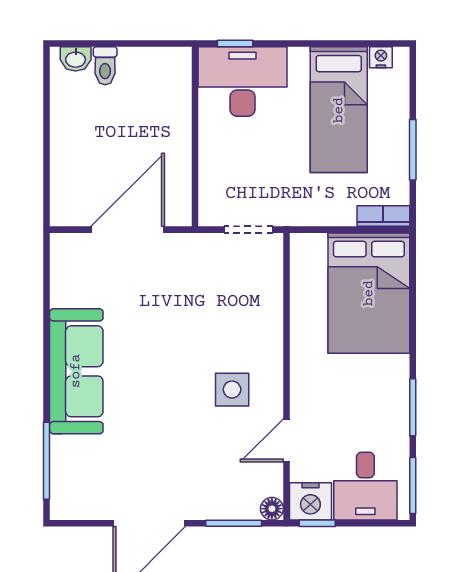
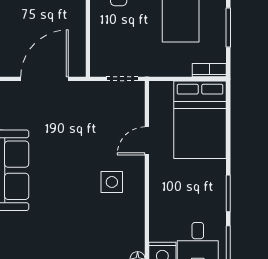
door: (286, 440) -> (147, 141), moved

